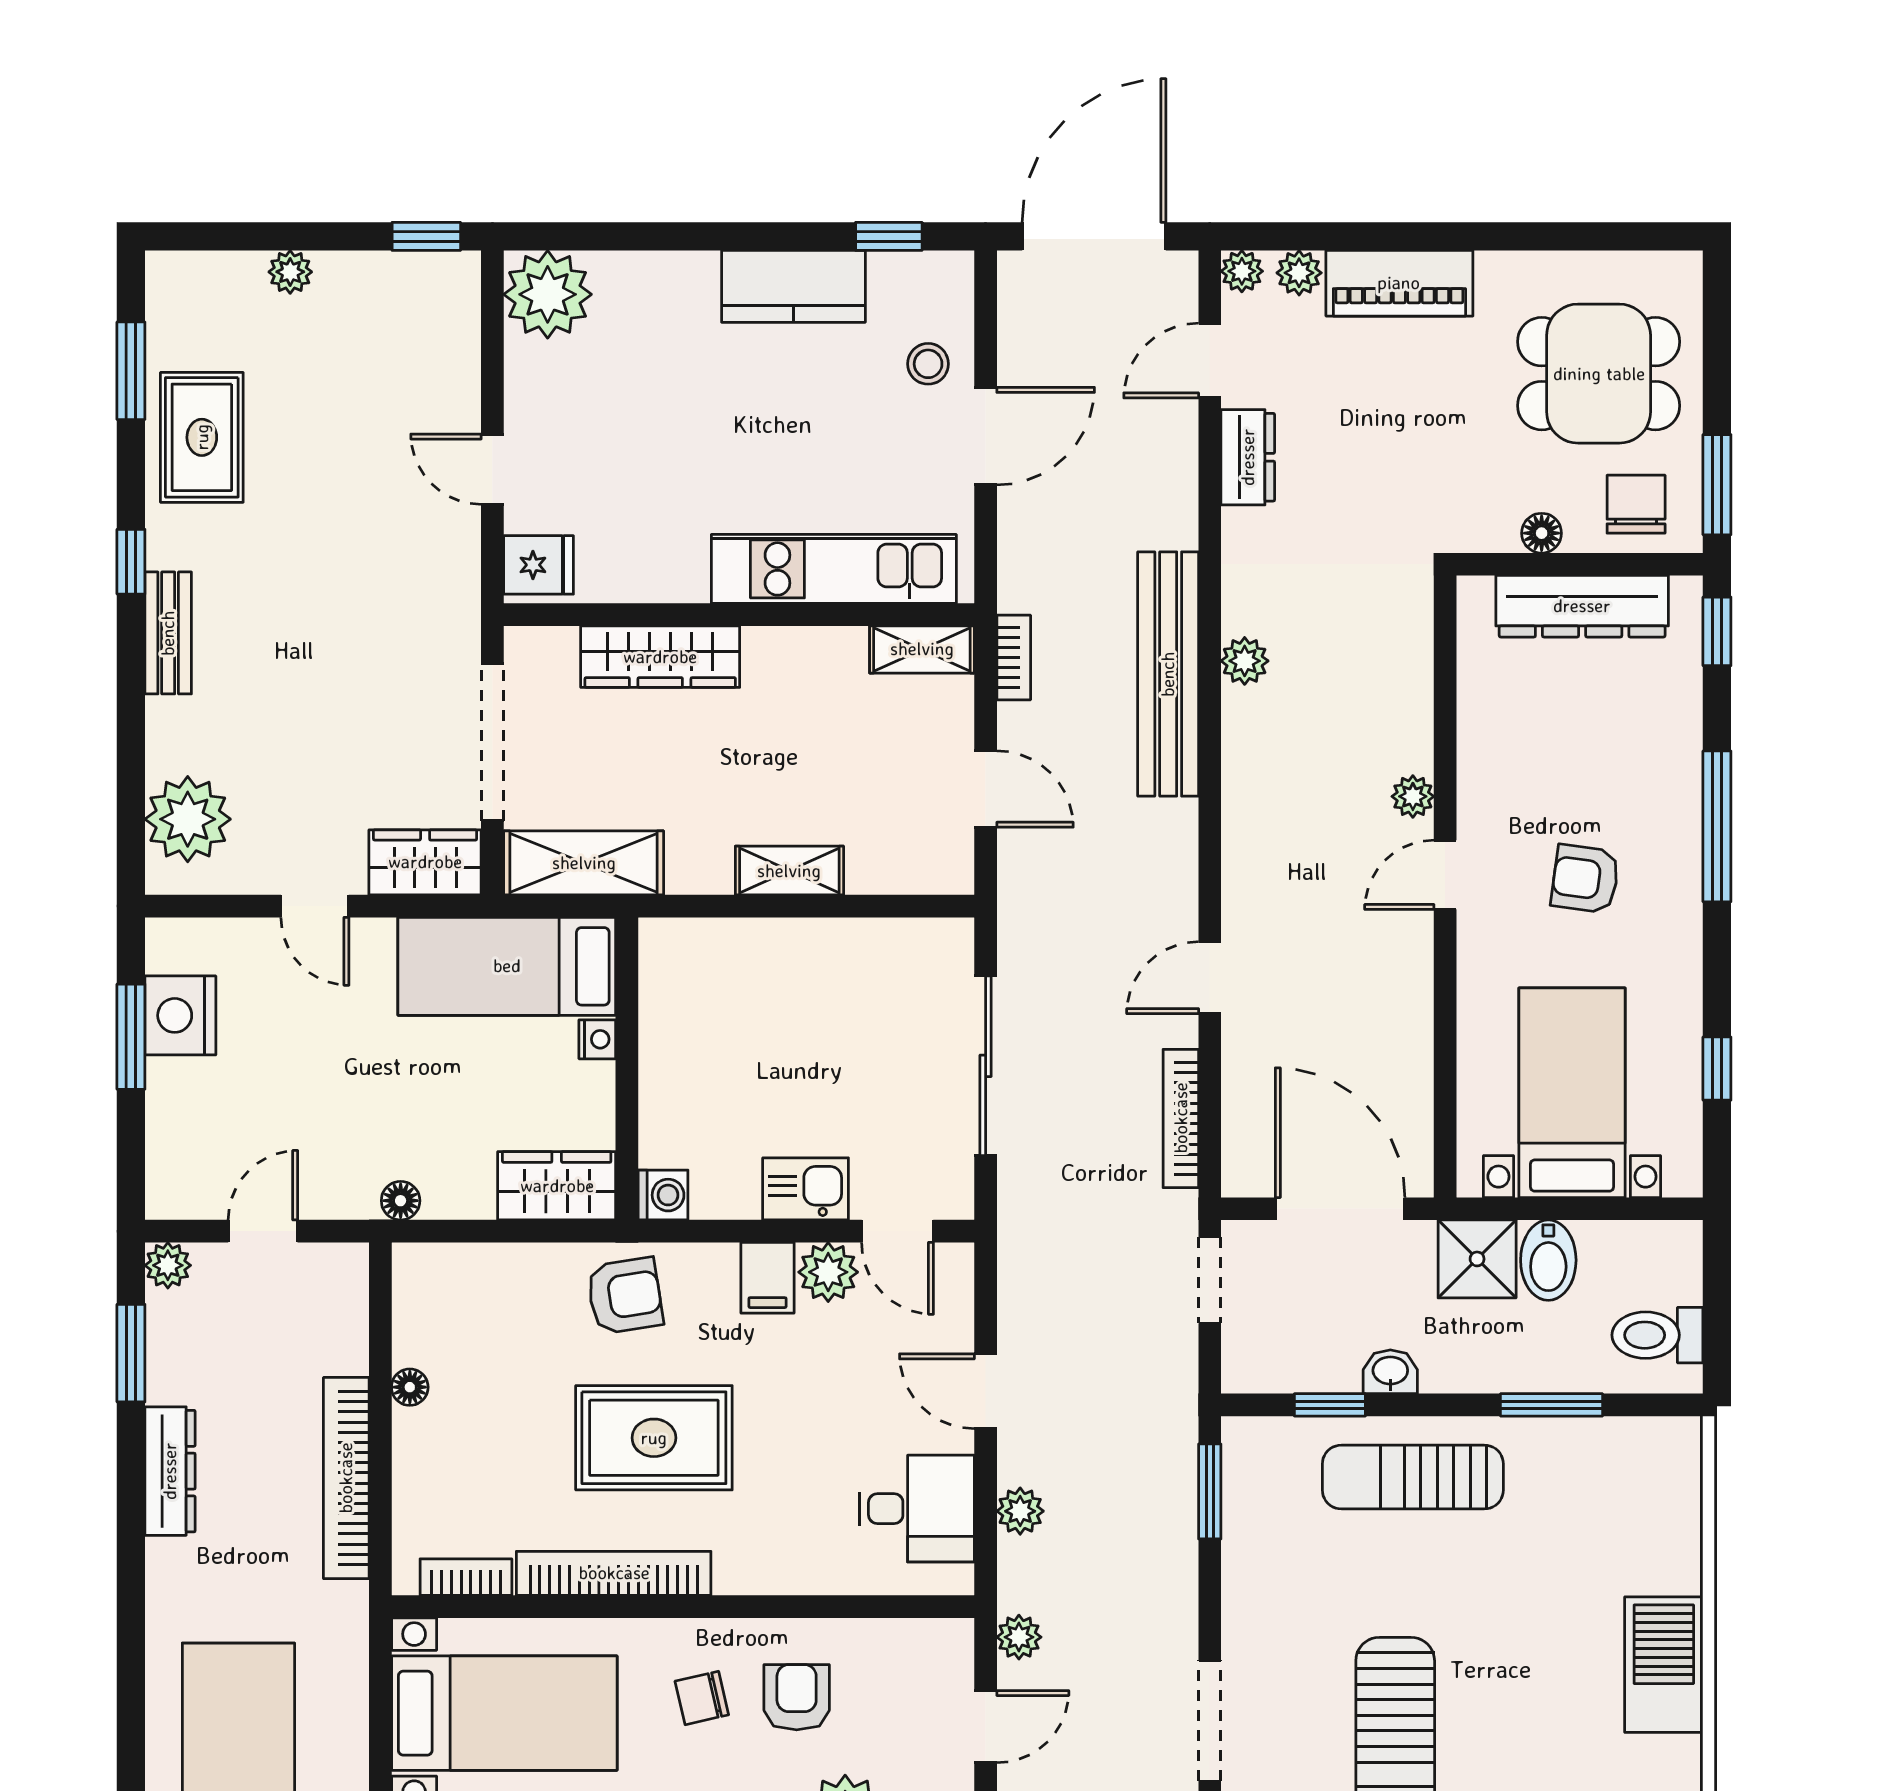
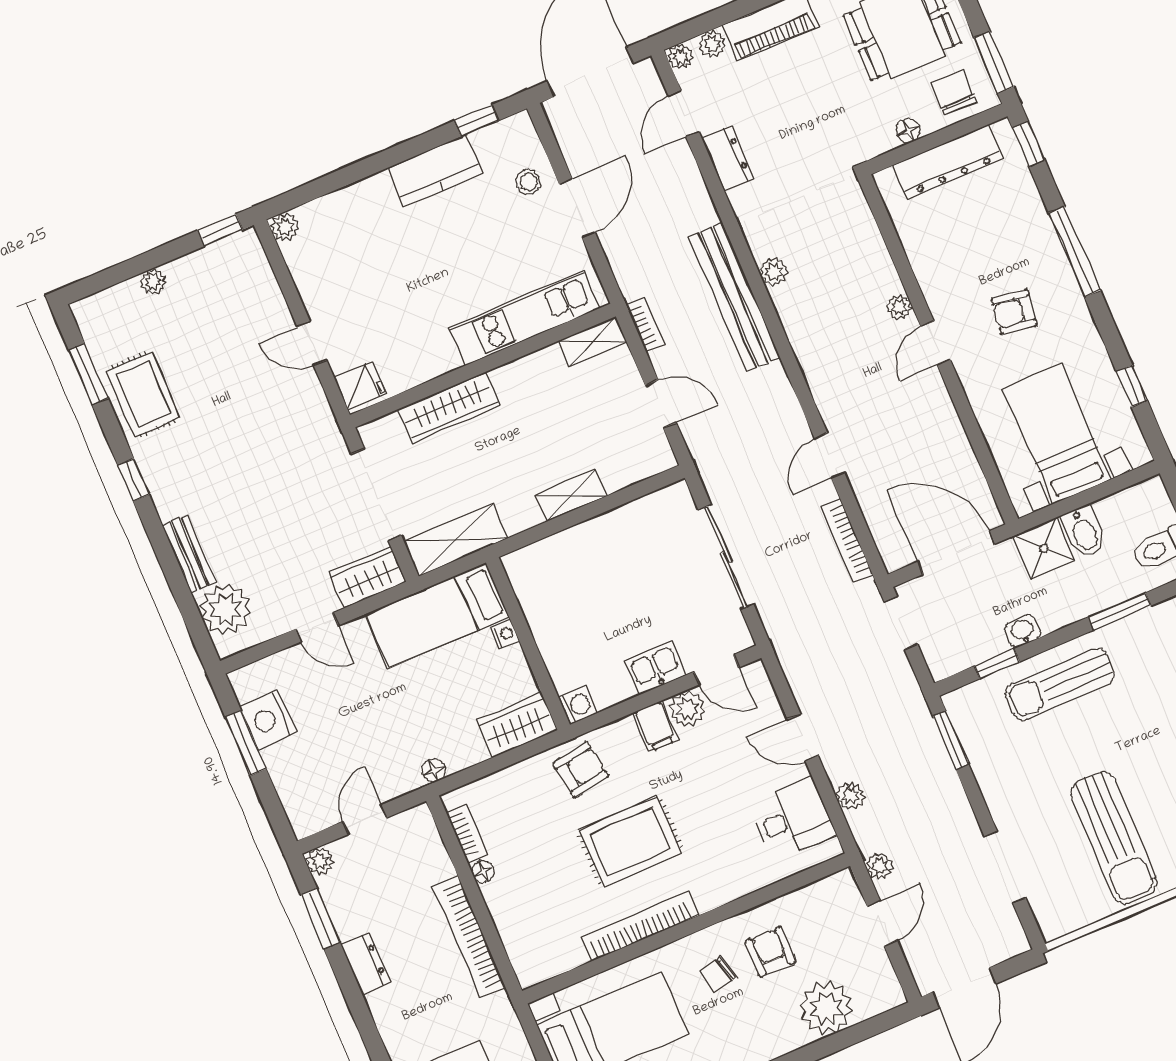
plant: (548, 294) -> (285, 227), width x0.53, depth x0.53
bench: (168, 633) -> (189, 554), moved
dresser: (170, 1471) -> (365, 964), width x0.70
bookcase: (466, 1577) -> (467, 833), moved, turned 90

